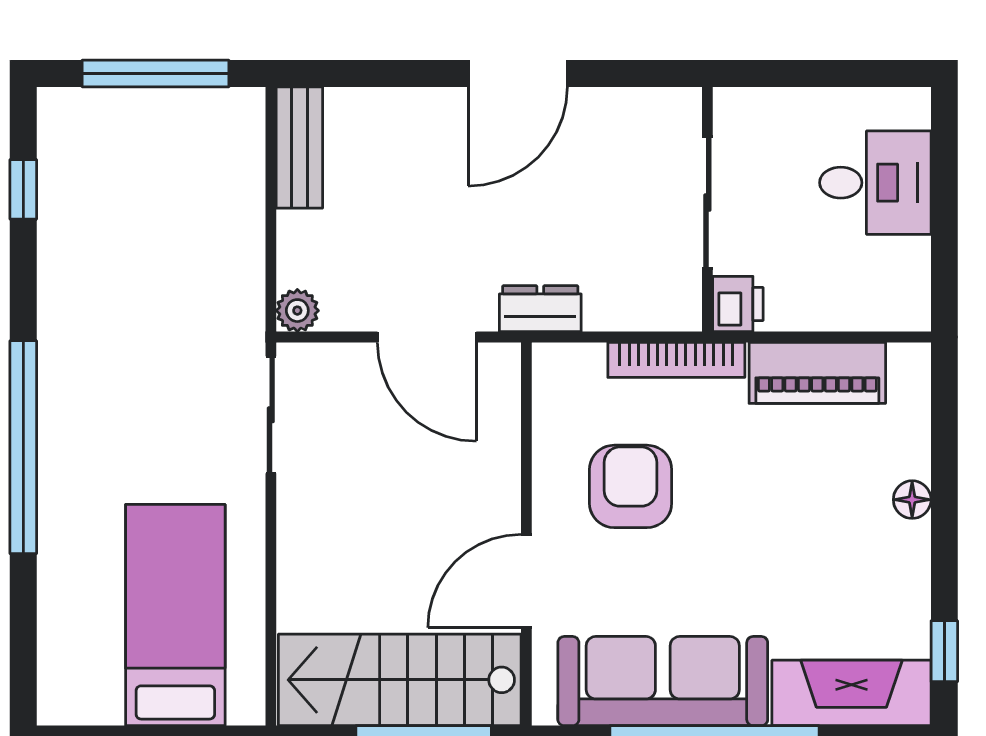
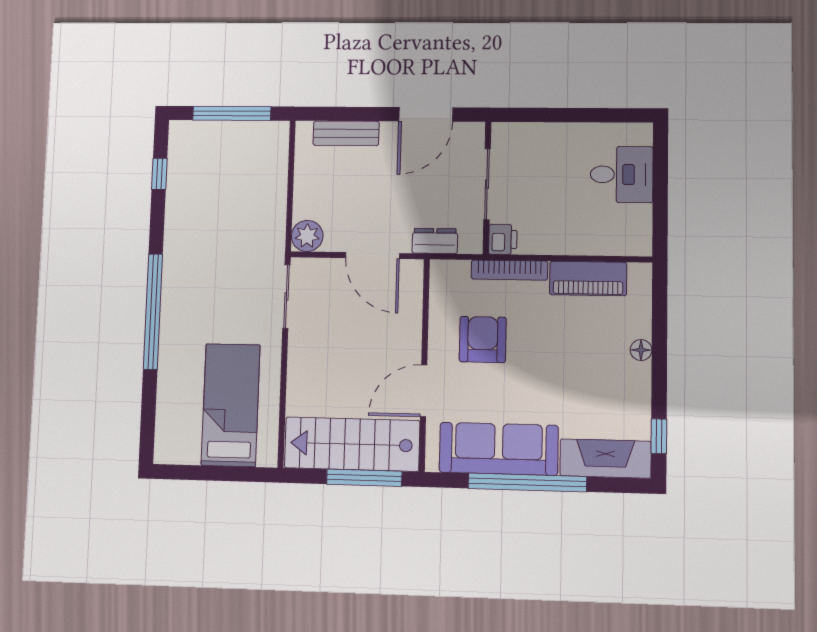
bench: (299, 147) -> (346, 133), moved, turned 90
sliding door: (707, 203) -> (487, 184), moved
wall: (707, 209) -> (487, 188), moved
printer: (738, 304) -> (503, 239), moved
plant: (297, 311) -> (307, 236), width x1.38, depth x1.38

